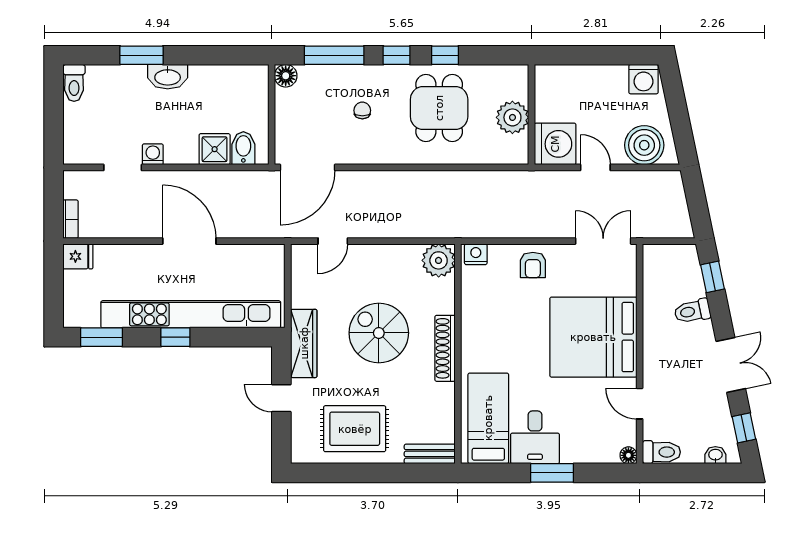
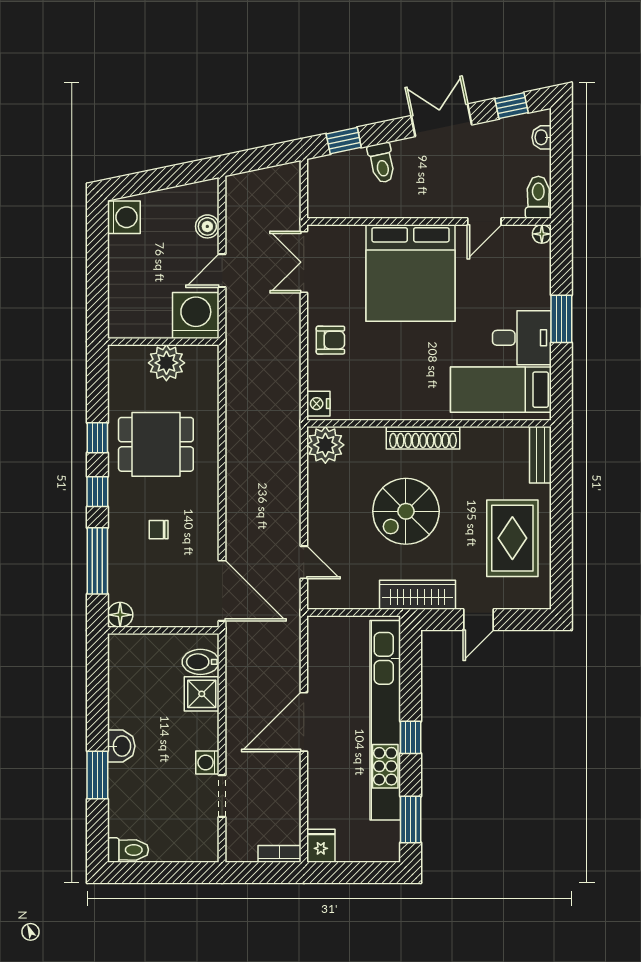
washbasin: (168, 77) -> (121, 746), width x0.72
boiler: (644, 145) -> (207, 226), width x0.54, depth x0.54

